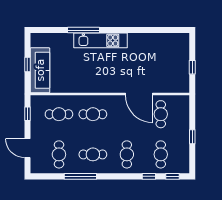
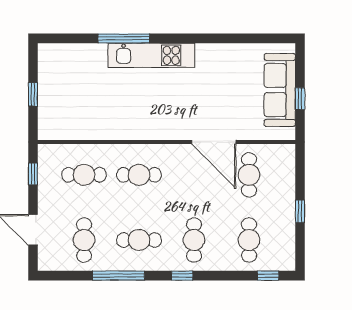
sofa: (40, 70) -> (280, 90), moved, turned 180
window: (149, 176) -> (182, 276), moved

